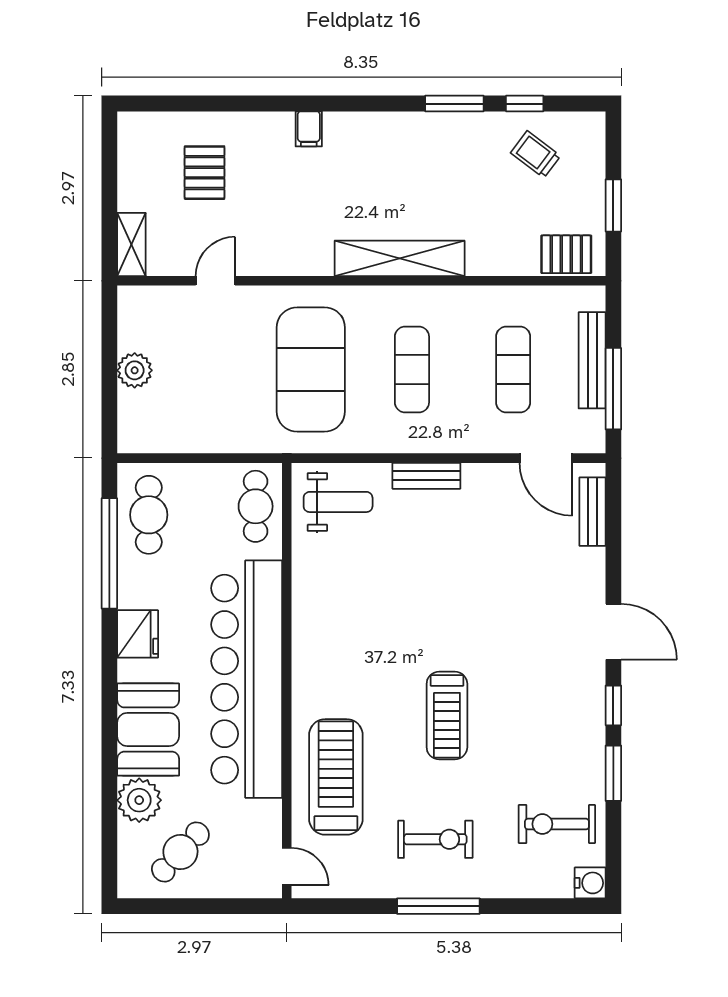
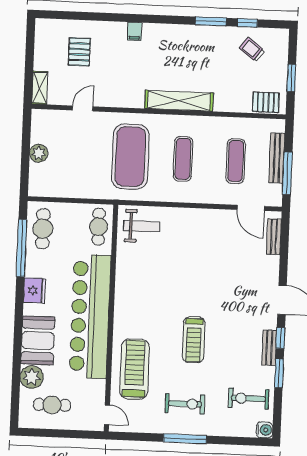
bench: (426, 476) -> (269, 348), moved, turned 90
cafe table: (180, 852) -> (52, 405), turned 47

